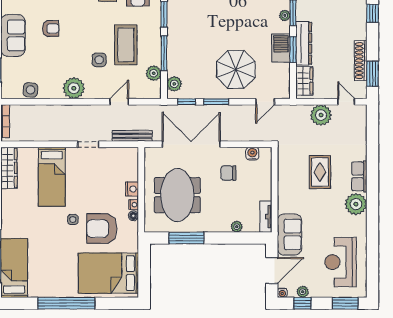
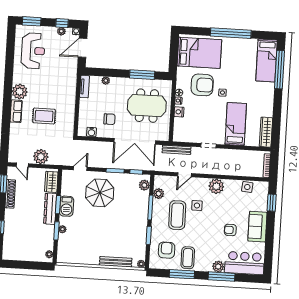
rug: (320, 172) -> (44, 116), turned 90
meeting table: (177, 195) -> (147, 106), turned 90
sofa: (289, 234) -> (68, 73), removed

